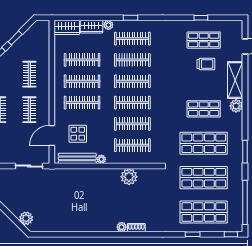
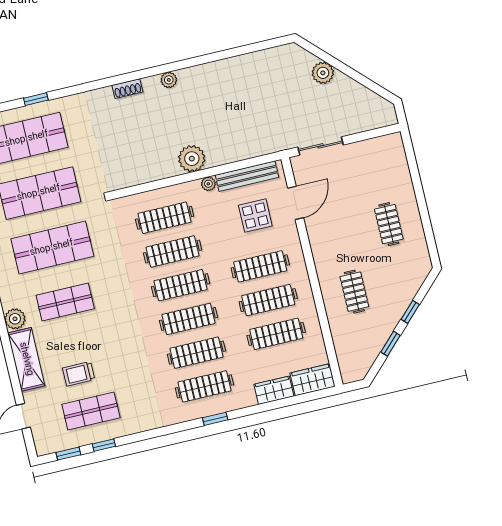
window: (223, 18) -> (68, 454), added
plant: (108, 25) -> (248, 399), removed
clothes rail: (29, 110) -> (341, 235), removed
plant: (129, 177) -> (192, 159), moved
plant: (26, 218) -> (323, 73), moved
plant: (122, 227) -> (169, 80), moved

